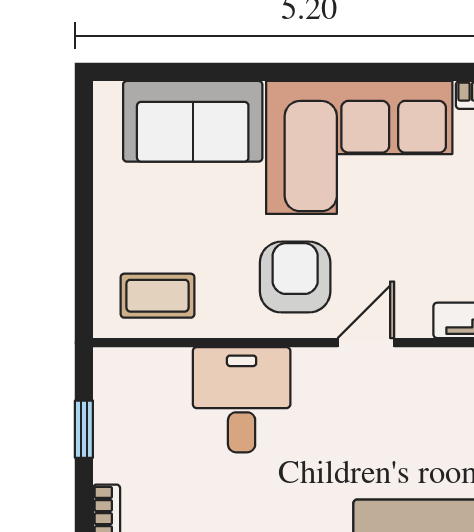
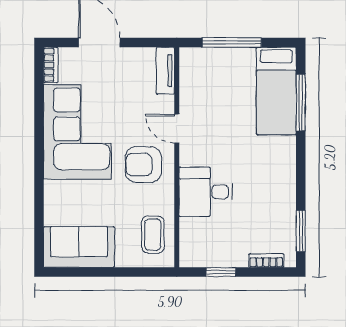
sofa: (193, 121) -> (79, 247), moved, turned -90

